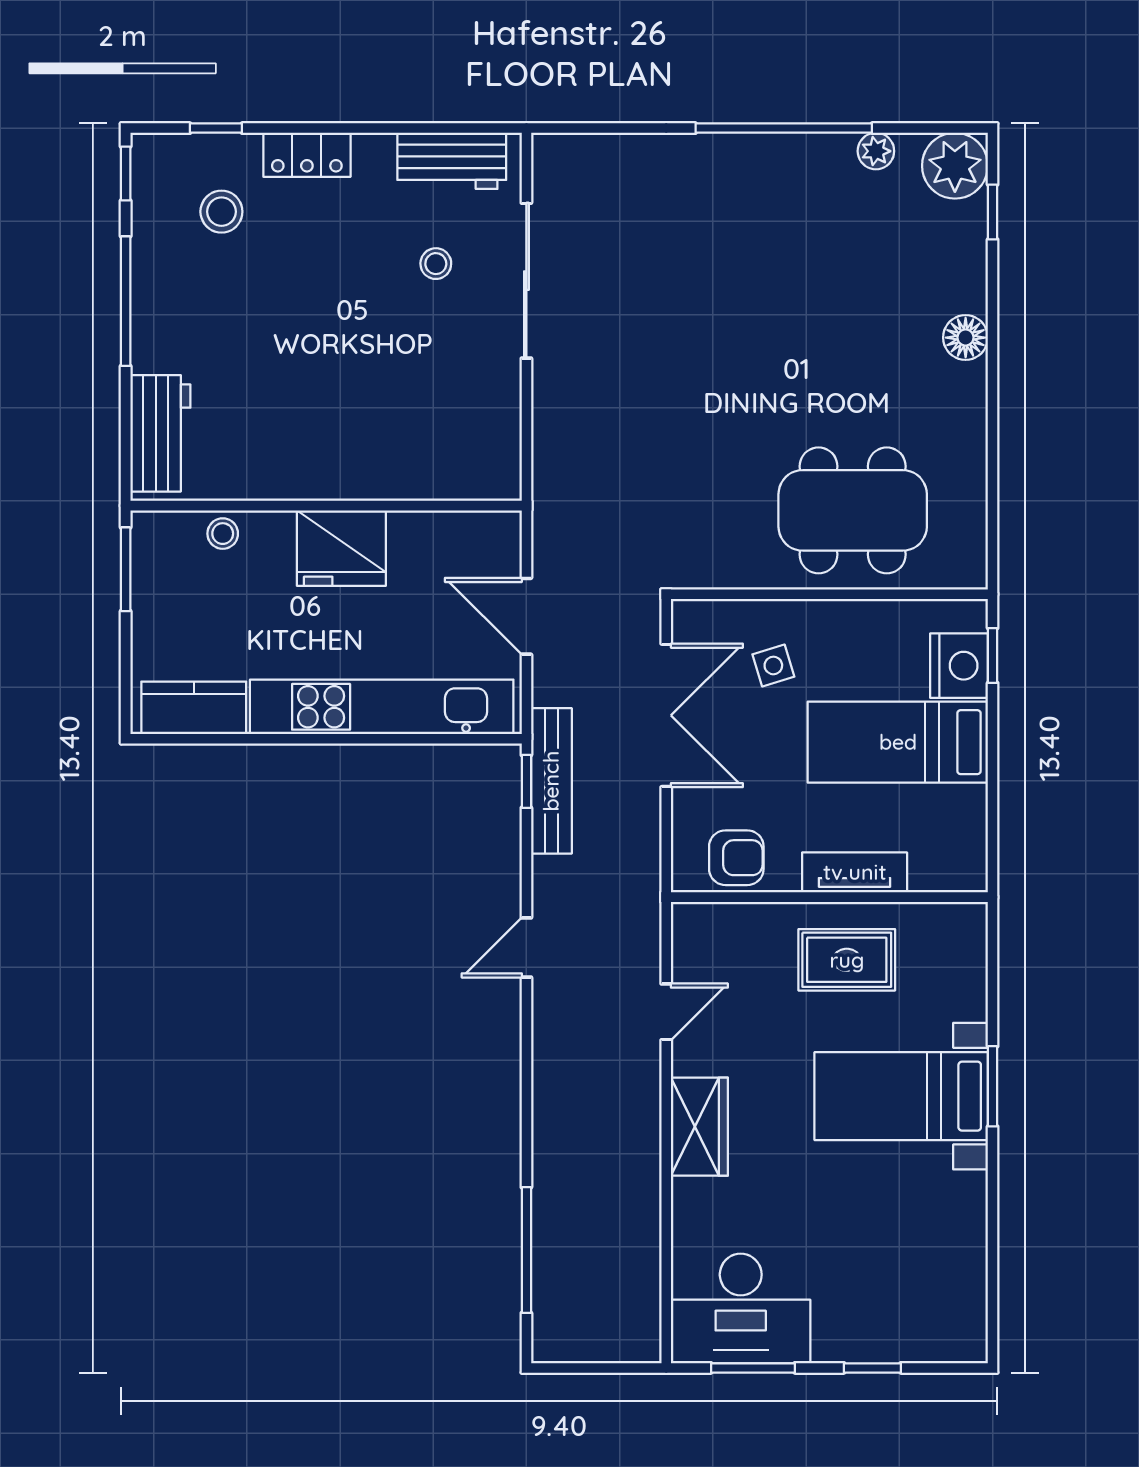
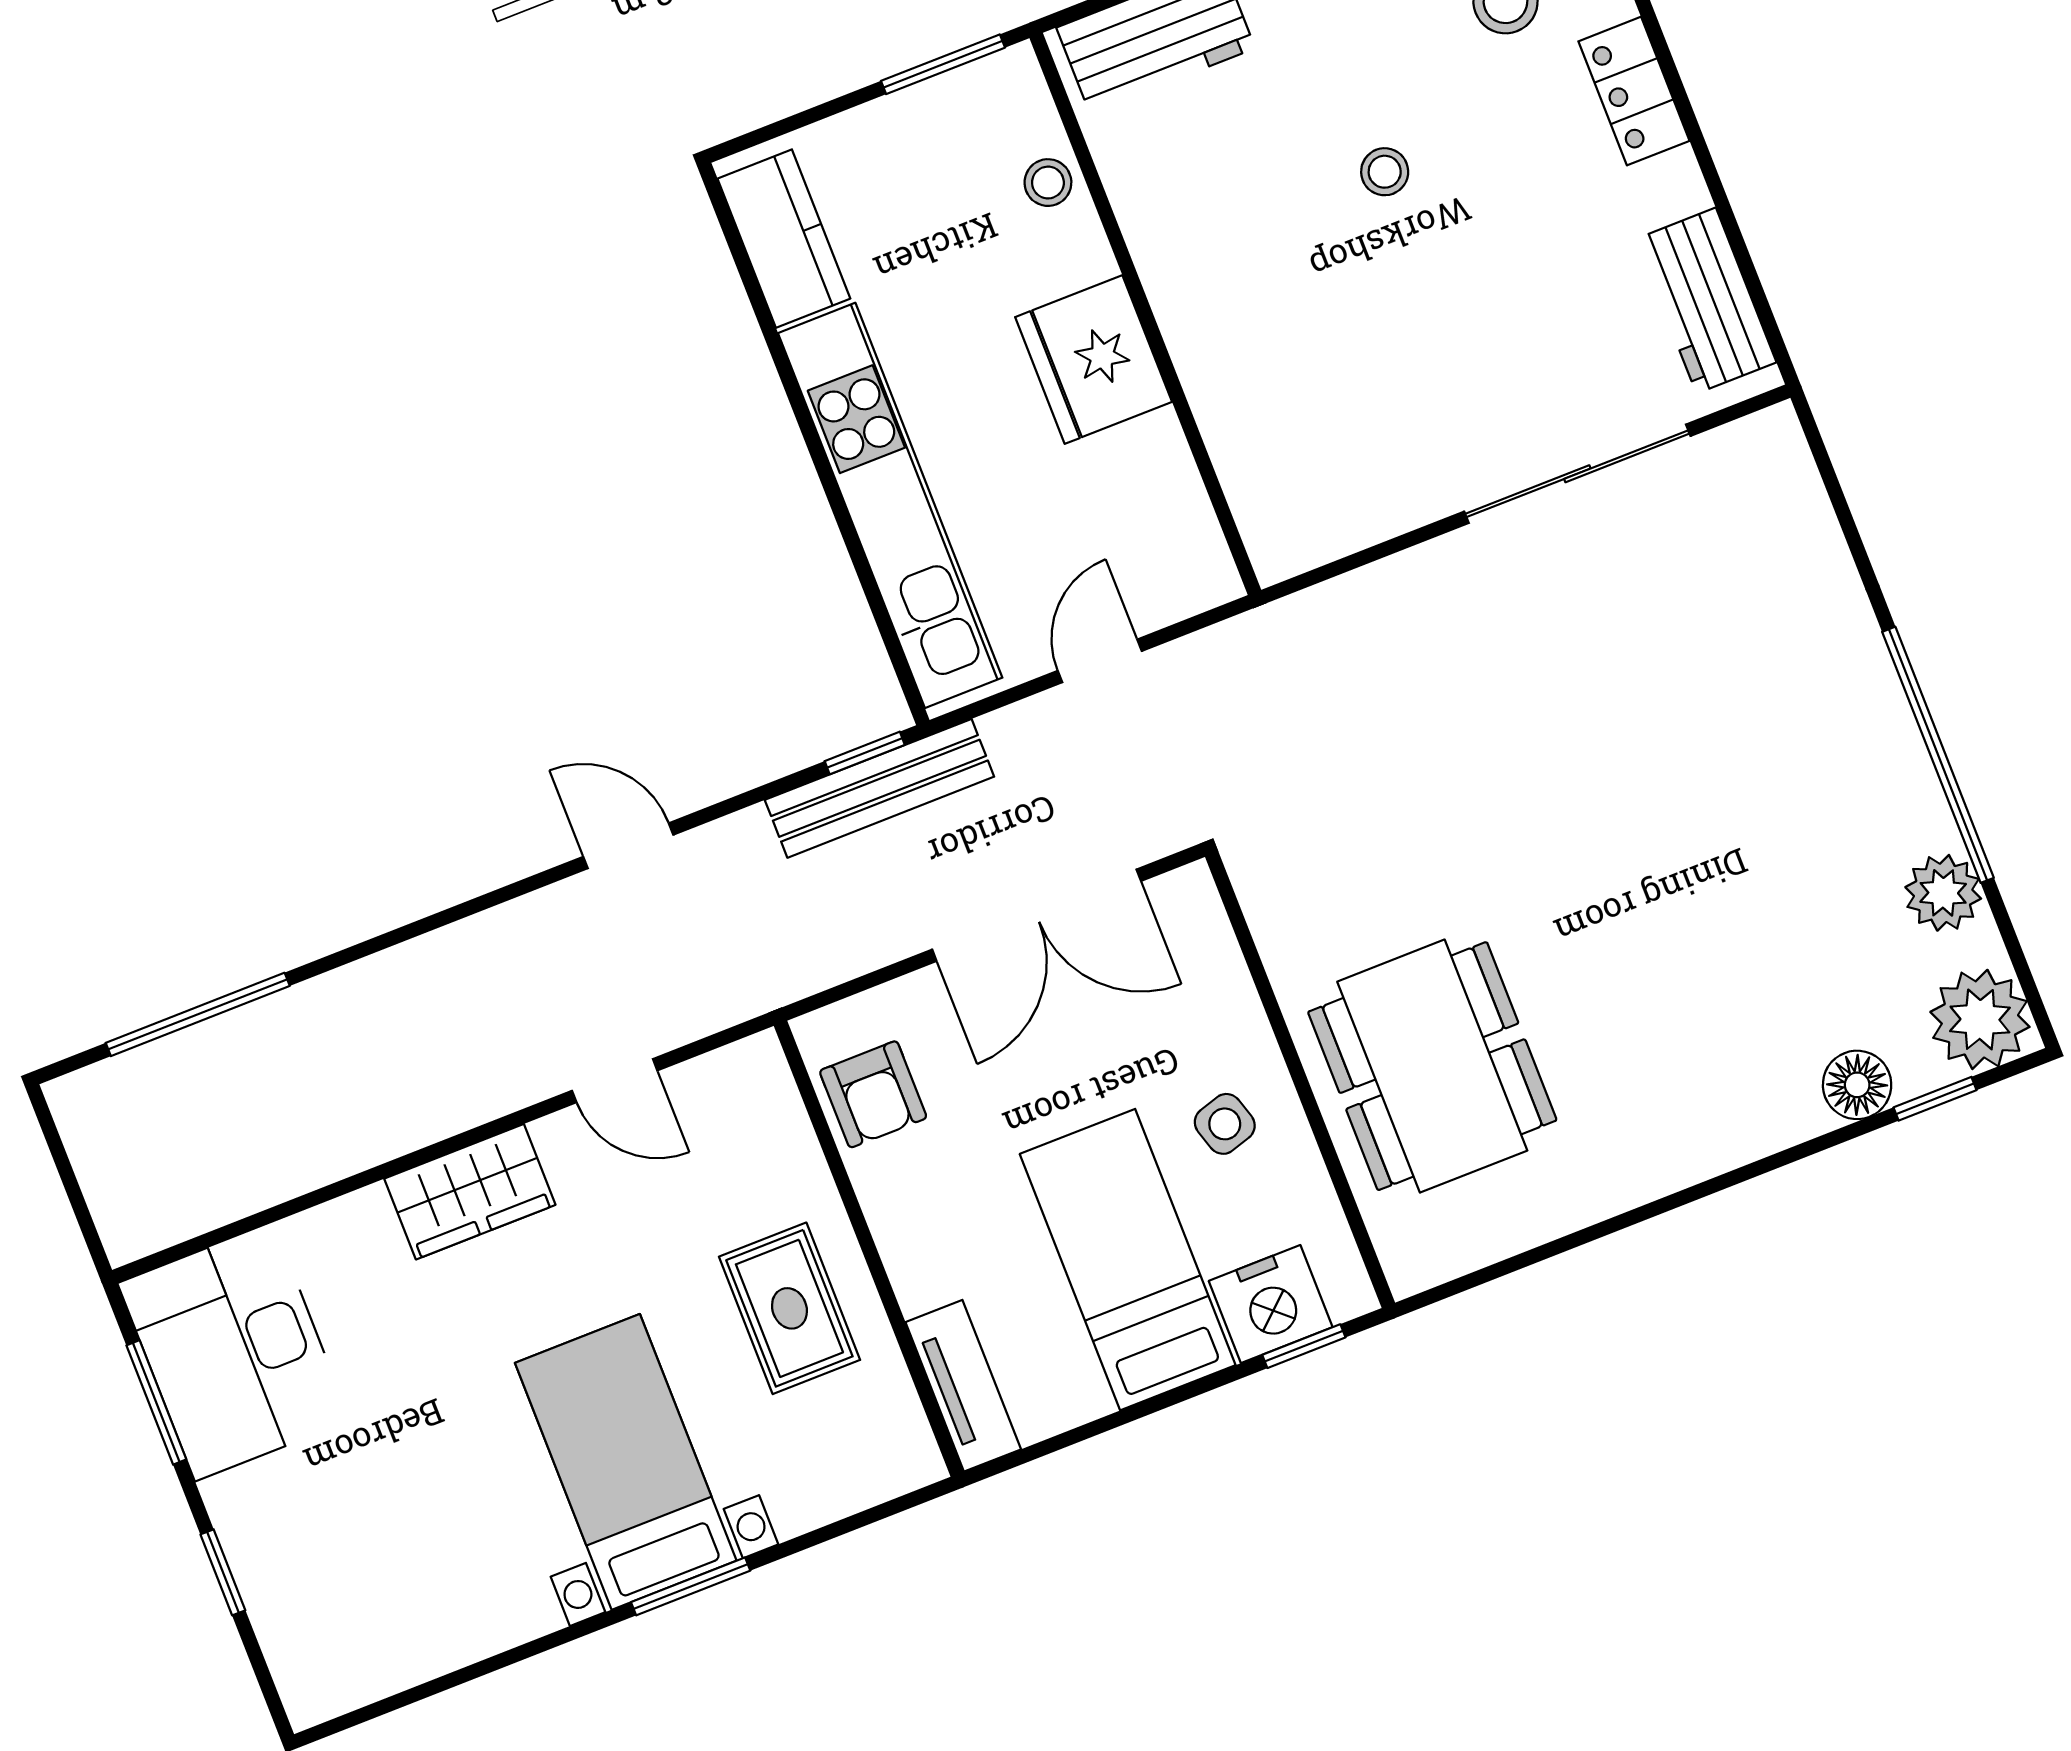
plant: (876, 151) -> (1943, 893), width x1.38, depth x1.38
stool: (436, 264) -> (1385, 172), moved
floor lamp: (966, 338) -> (1857, 1085), moved
door: (526, 616) -> (1100, 661), width x0.73
side table: (773, 665) -> (1225, 1124), moved
tv unit: (855, 872) -> (963, 1386), moved

